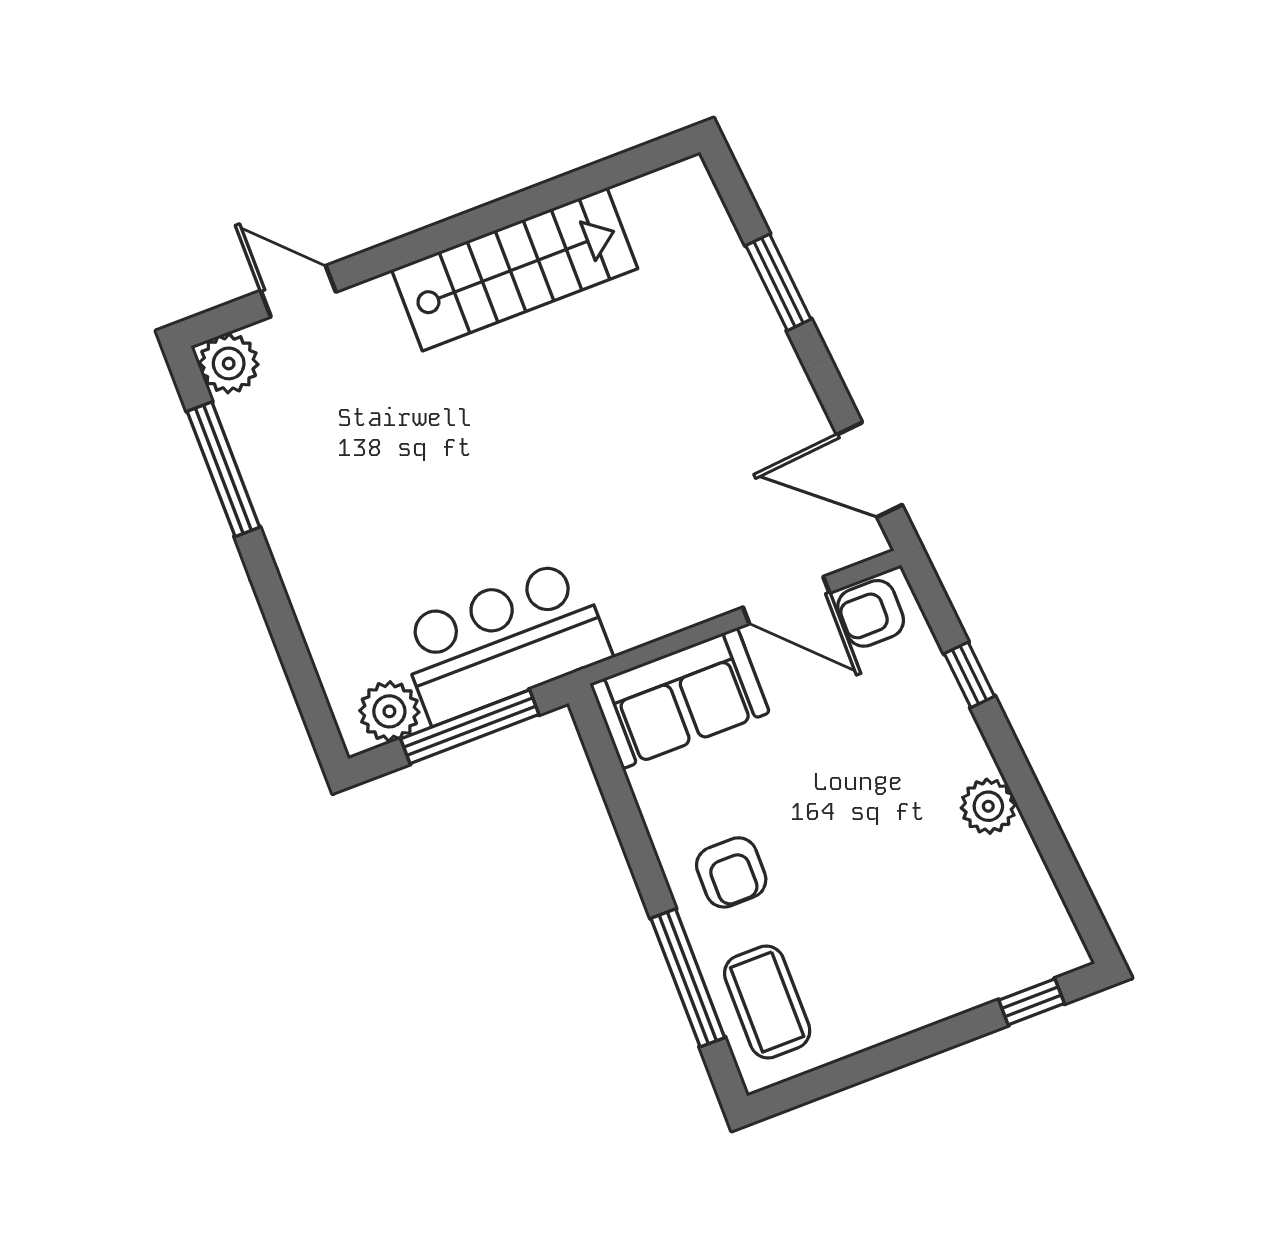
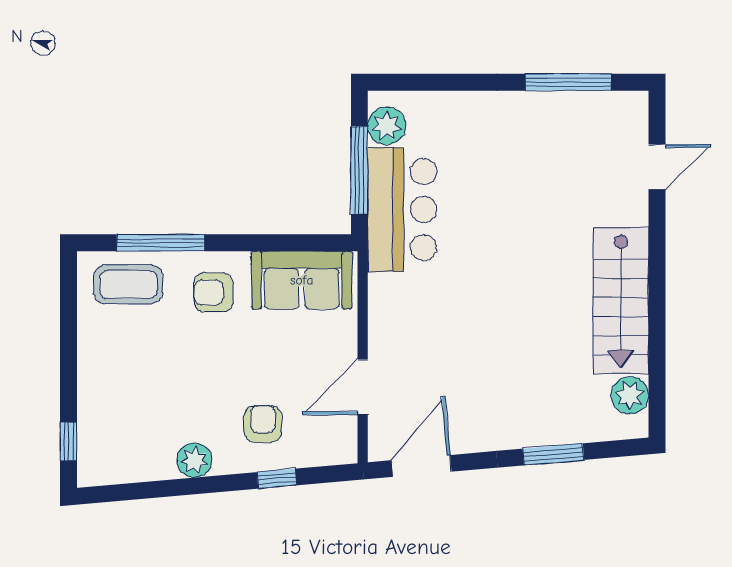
plant: (229, 363) -> (630, 395), moved
armchair: (871, 613) -> (263, 424), moved
sofa: (680, 698) -> (302, 280), moved, turned -90

